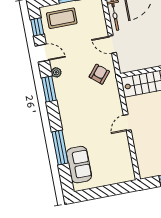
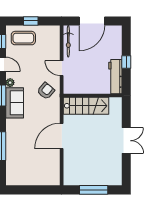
door: (127, 123) -> (62, 136), width x1.87
sofa: (79, 165) -> (15, 103), moved

